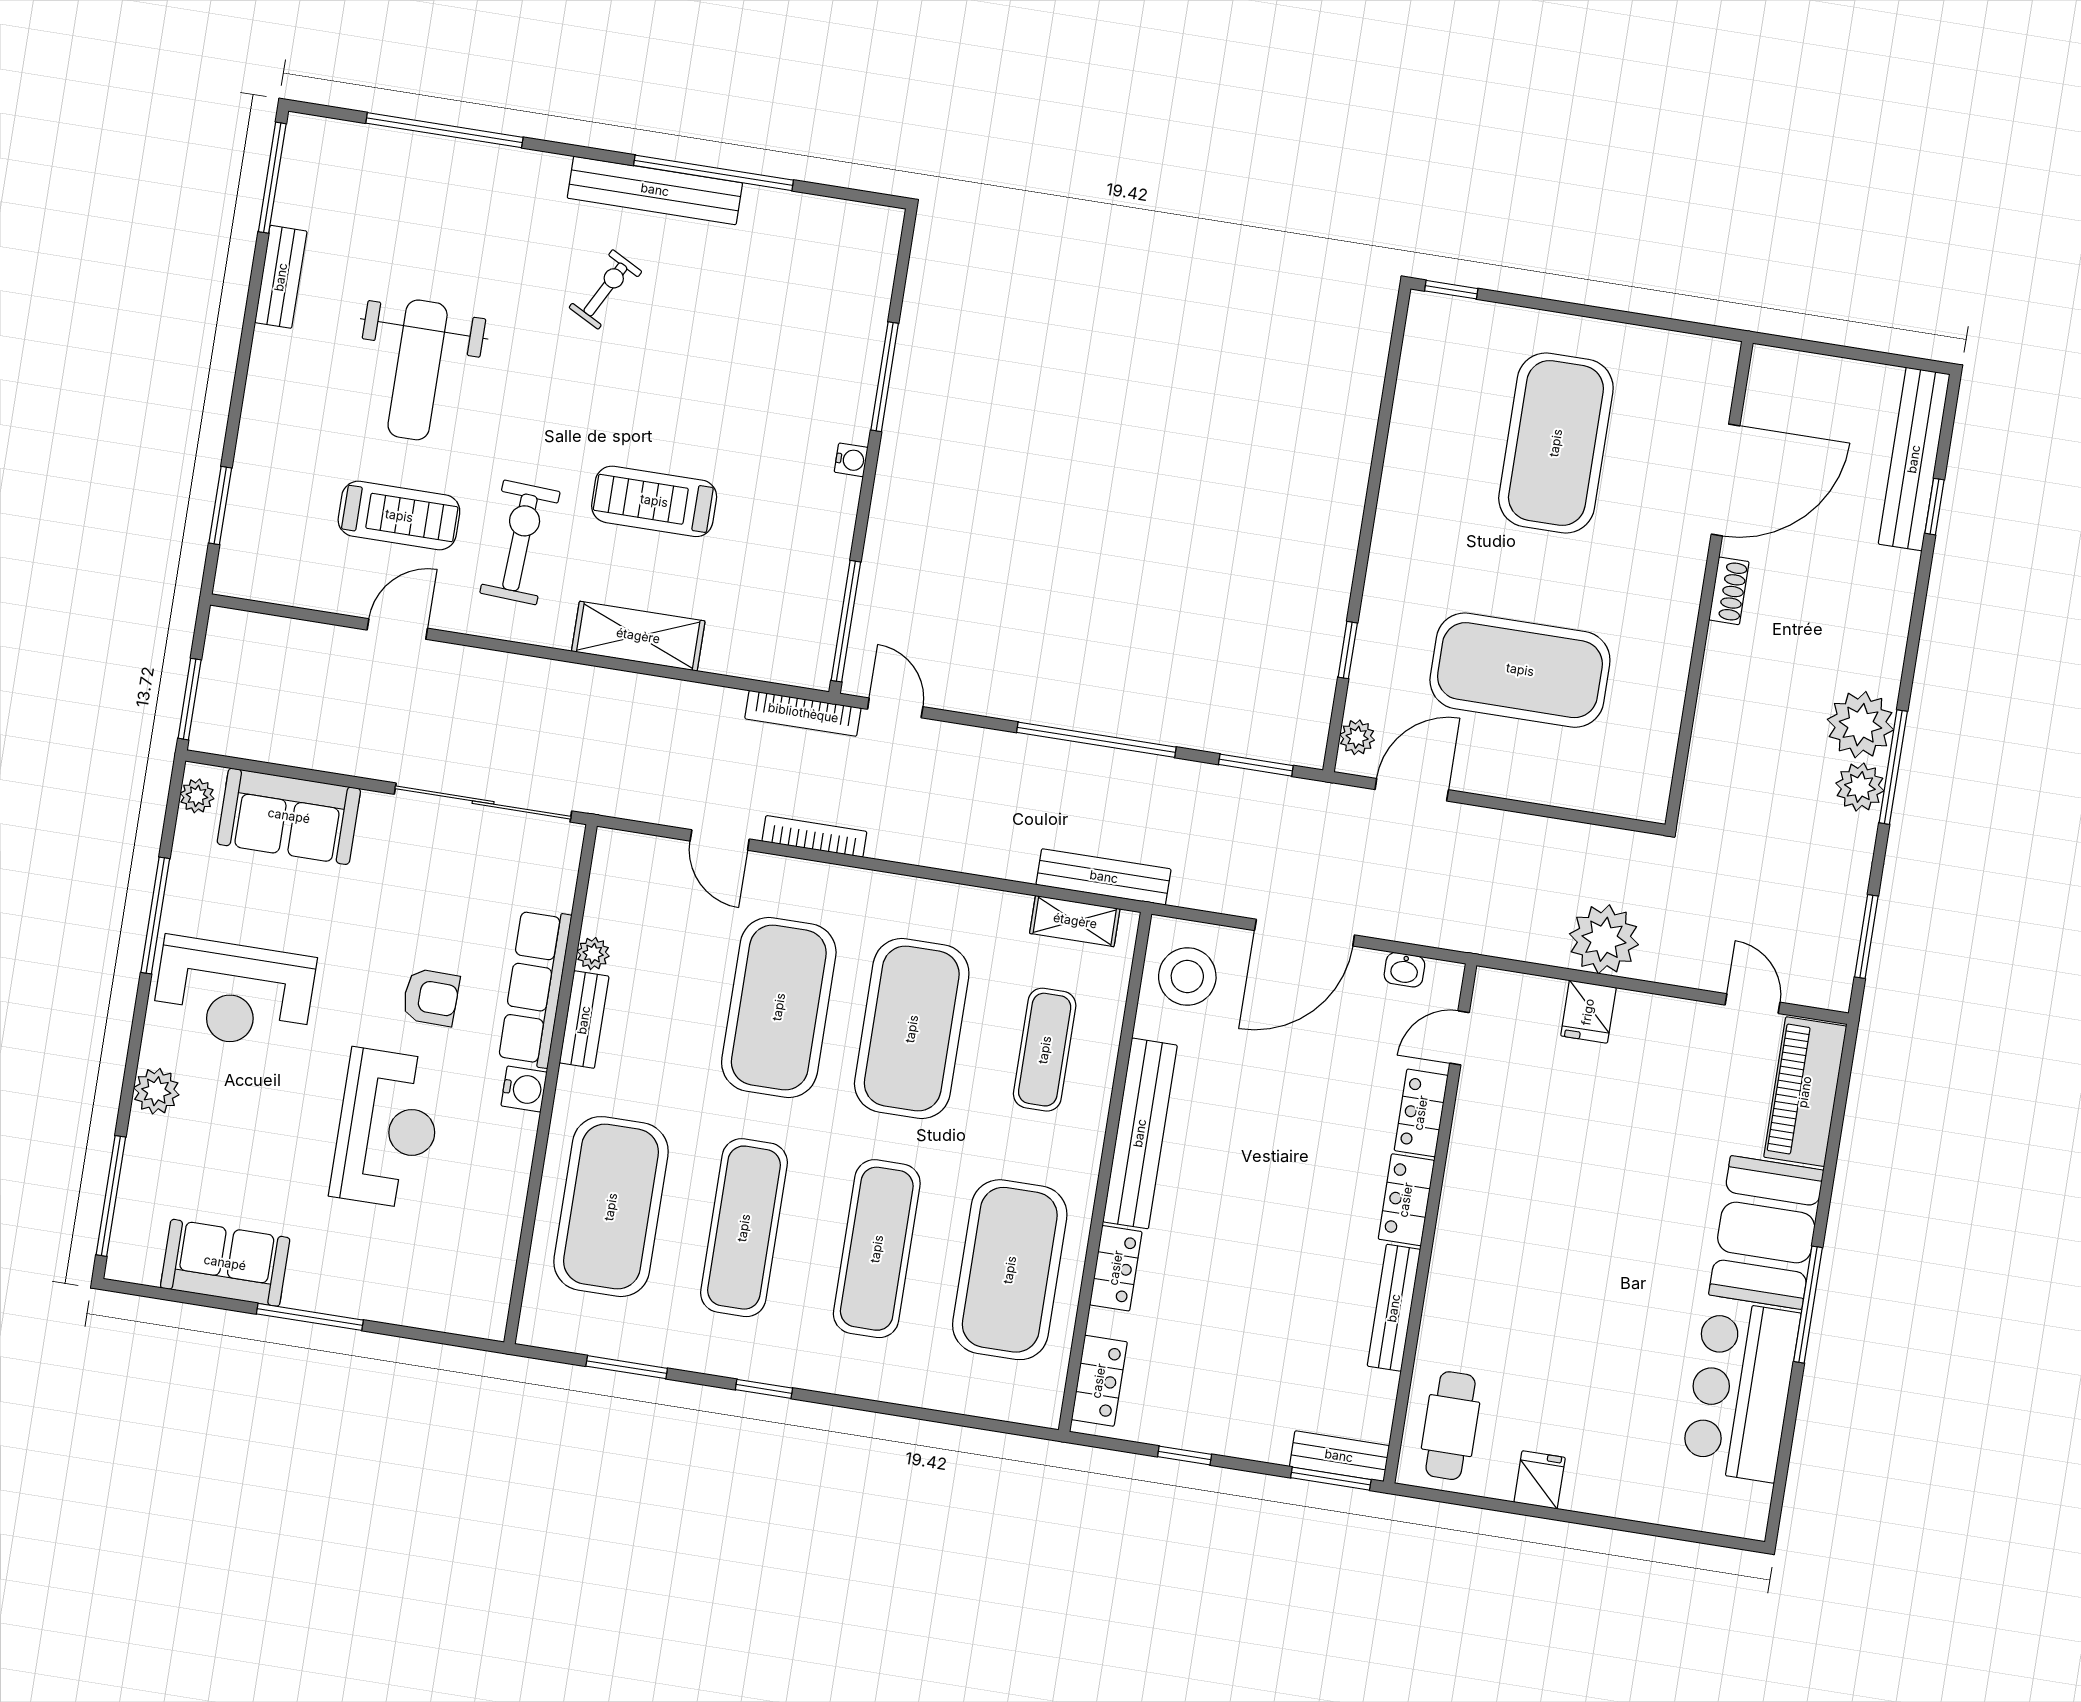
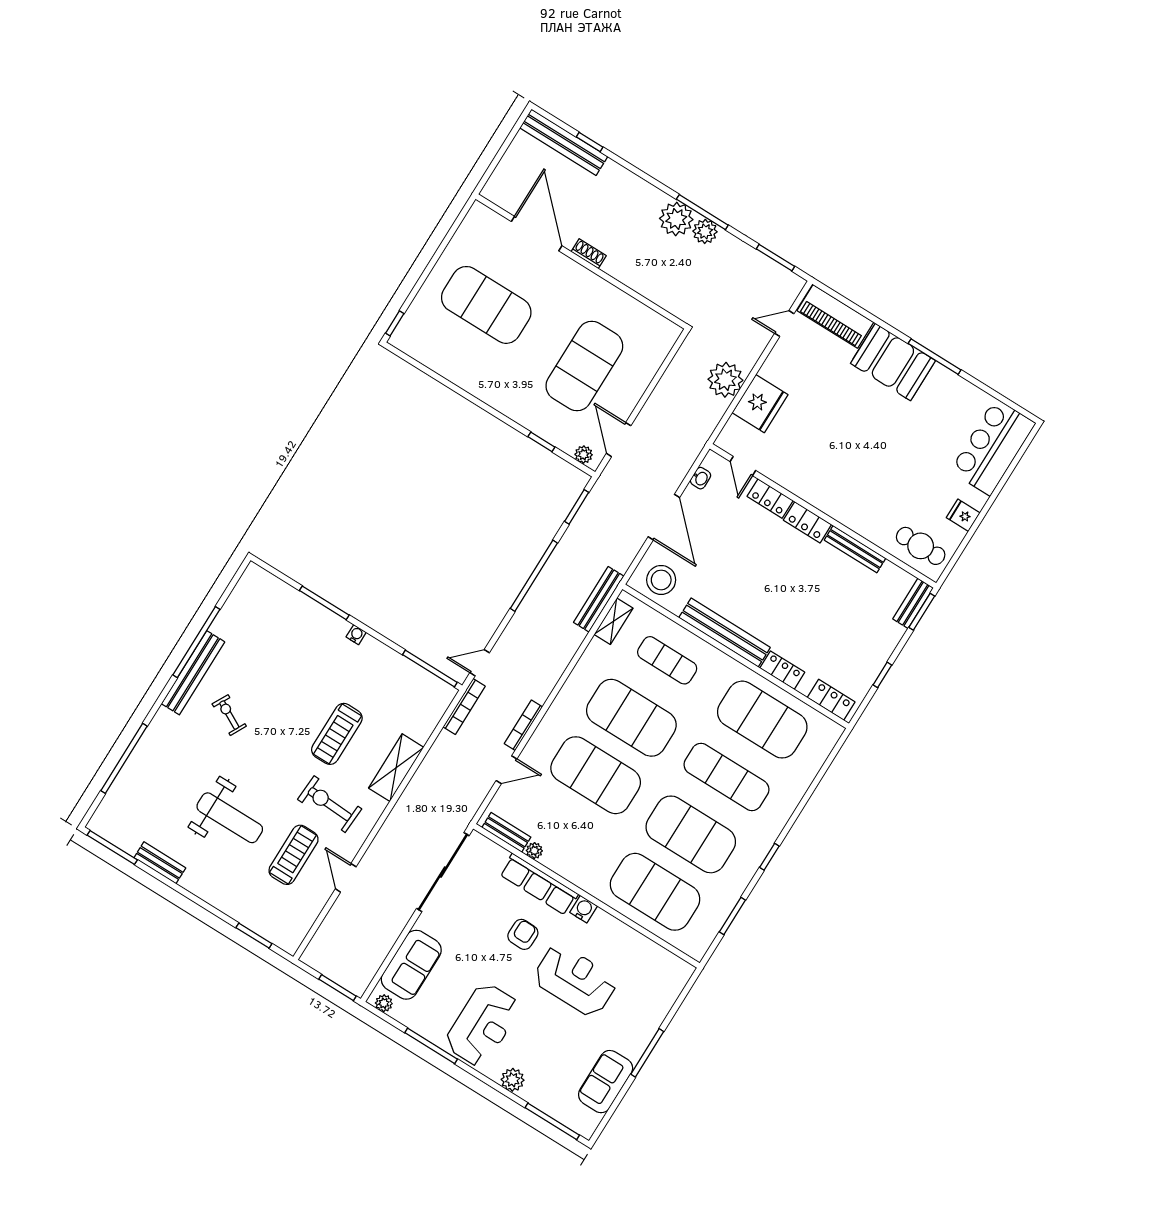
fridge: (1588, 1012) -> (760, 404), width x1.88, depth x1.34
bench: (584, 1020) -> (506, 832), moved
exercise mat: (744, 1228) -> (691, 834), width x1.47
bar counter: (1741, 1391) -> (993, 447), moved, turned 90

